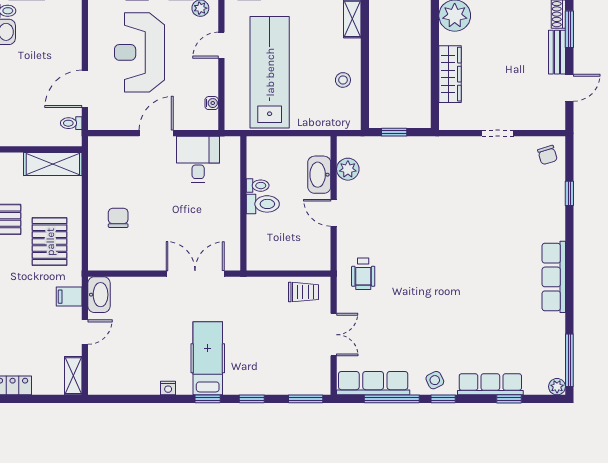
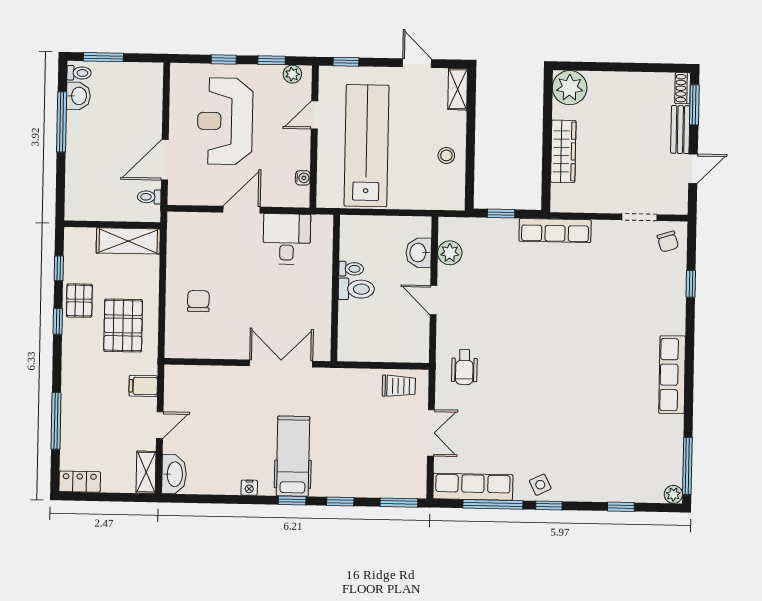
doorway: (498, 133) -> (640, 217), moved
washbasin: (319, 175) -> (419, 253), width x0.72
washbasin: (99, 295) -> (174, 474), moved
row of seats: (490, 384) -> (555, 231), moved, turned 180

